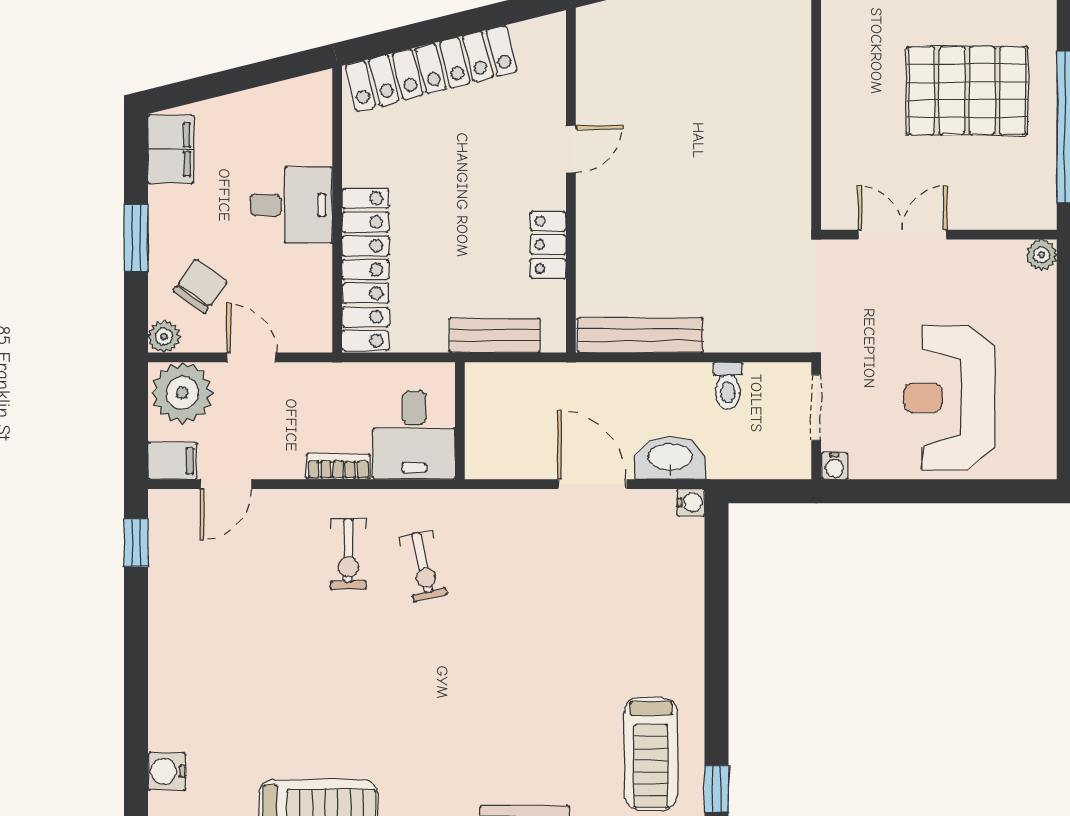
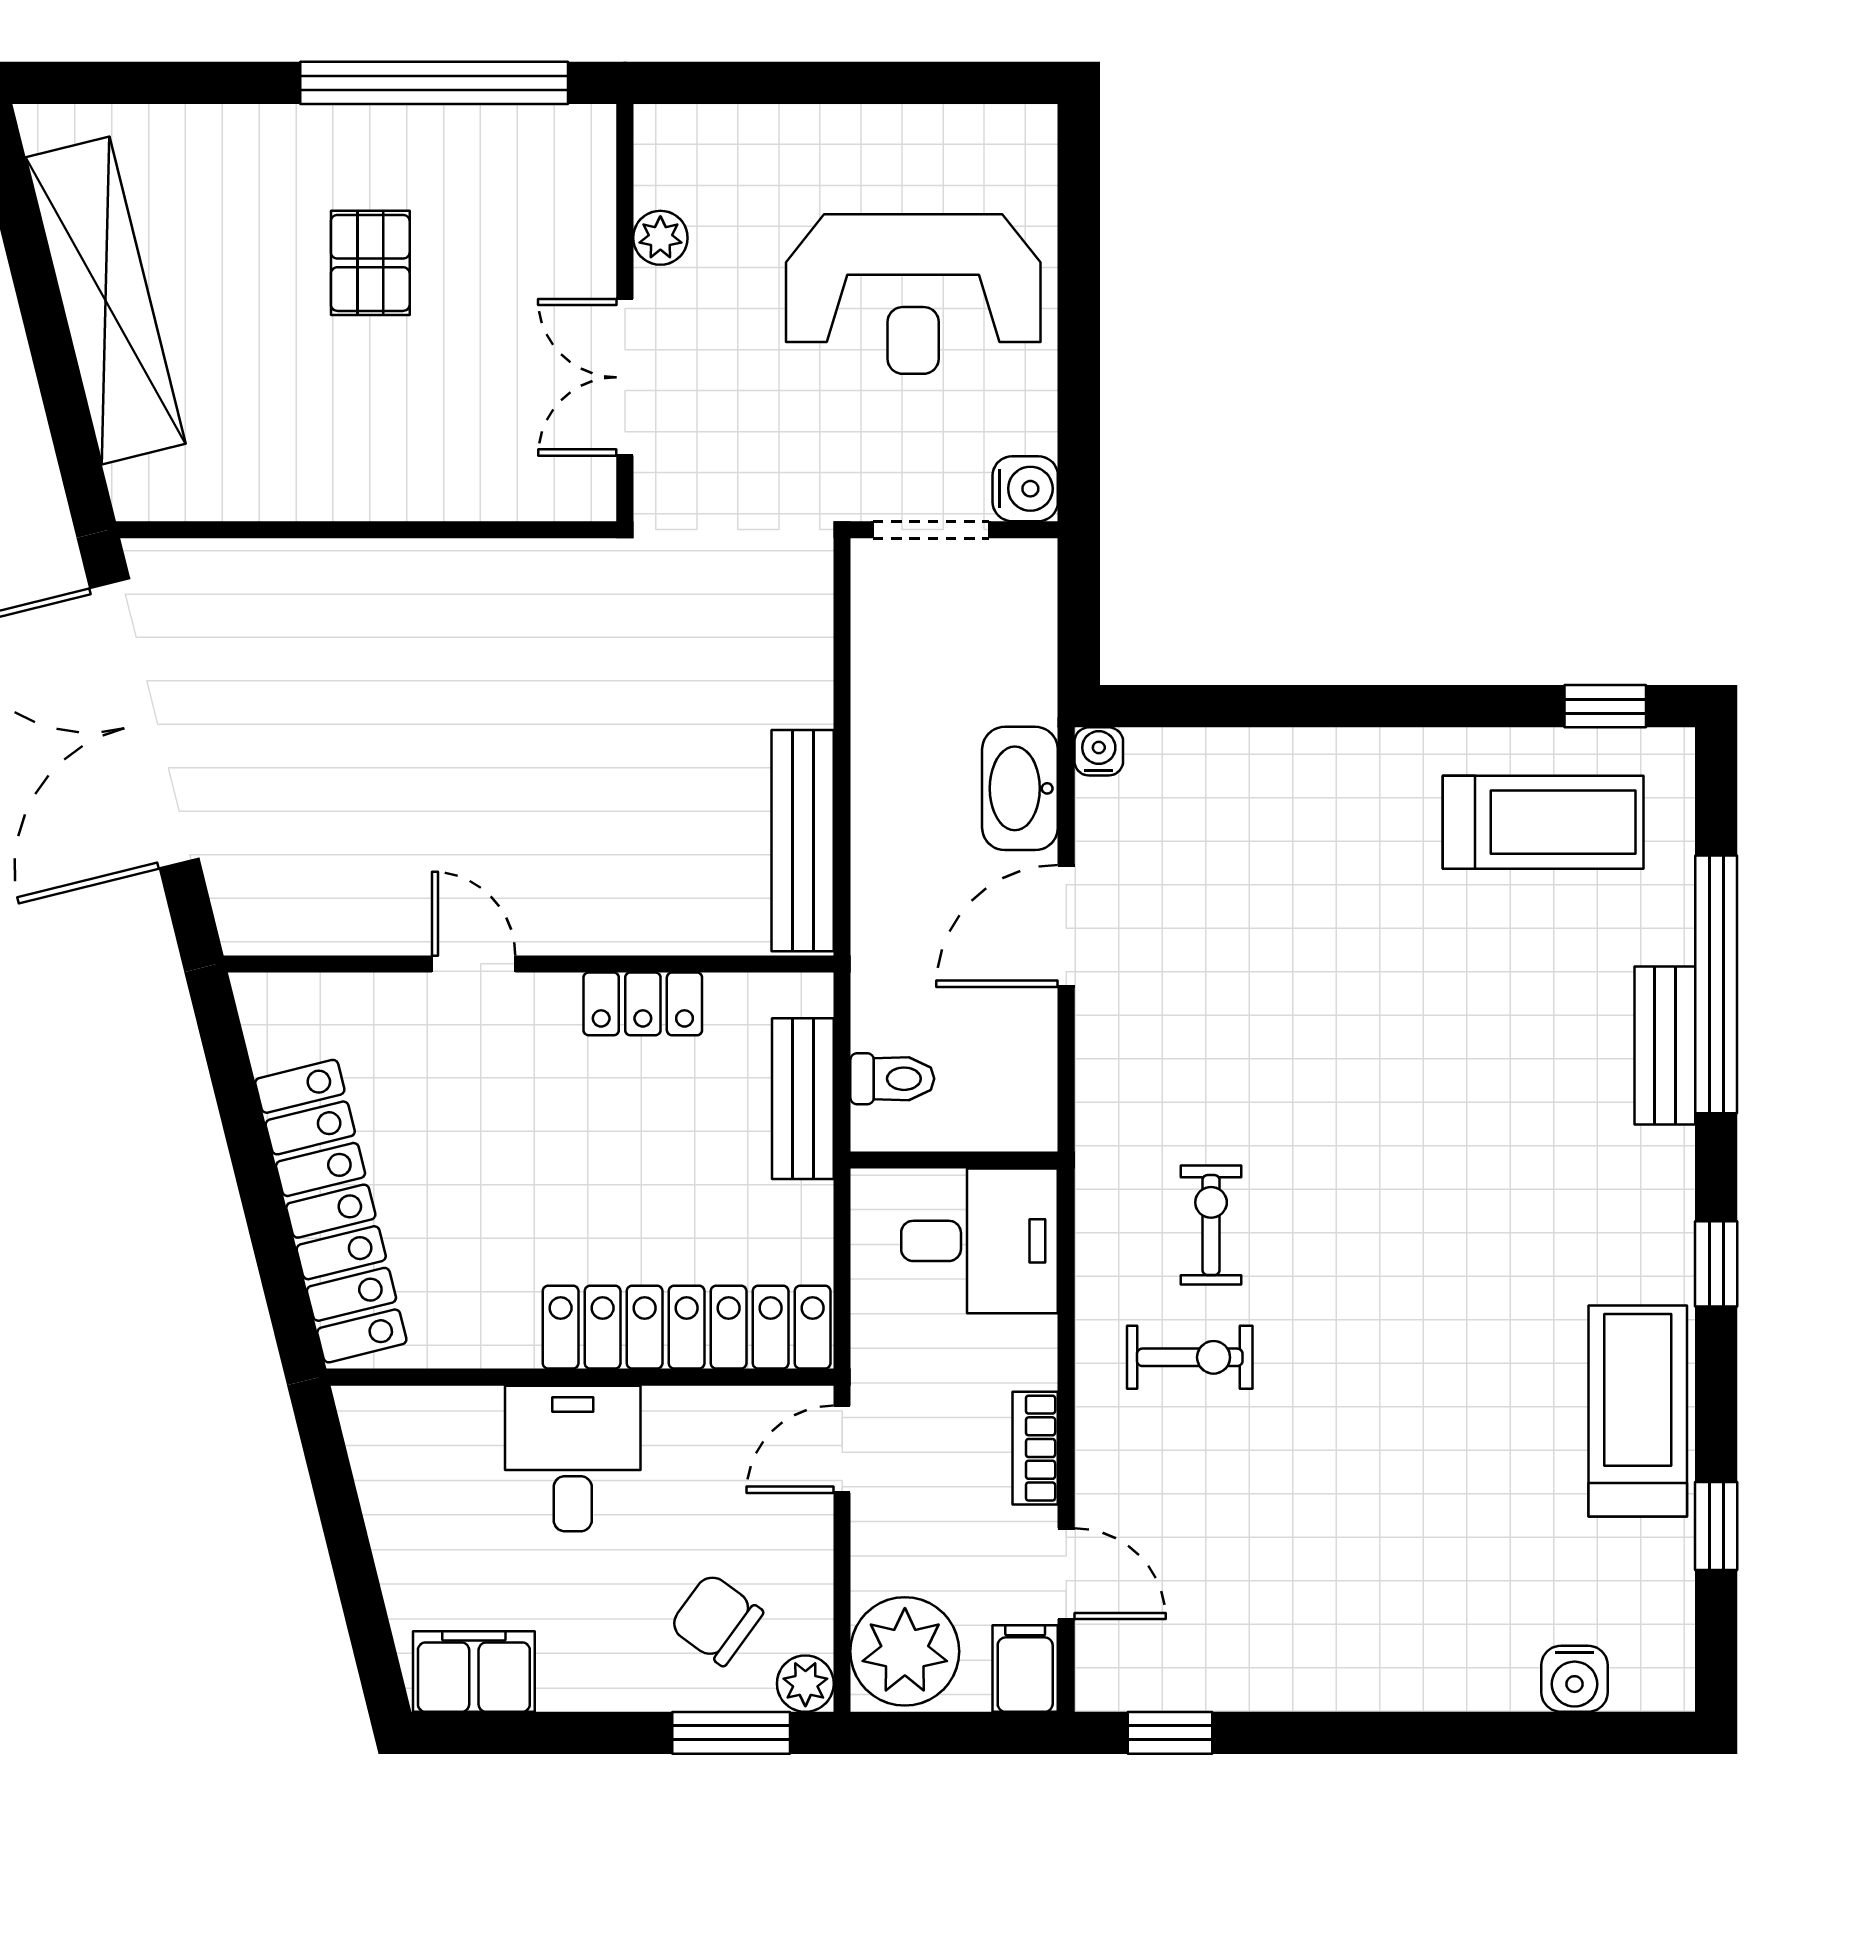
pallet: (967, 91) -> (370, 263), width x0.49, depth x0.50
window: (136, 238) -> (731, 1733), moved
plant: (1042, 255) -> (660, 238), moved
door: (252, 357) -> (842, 1449), moved
toilet: (728, 386) -> (892, 1079), moved
water cooler: (834, 466) -> (1025, 489), width x1.38, depth x1.38
bookcase: (338, 467) -> (1035, 1448), moved
exercise bike: (423, 566) -> (1211, 1225), turned -77

